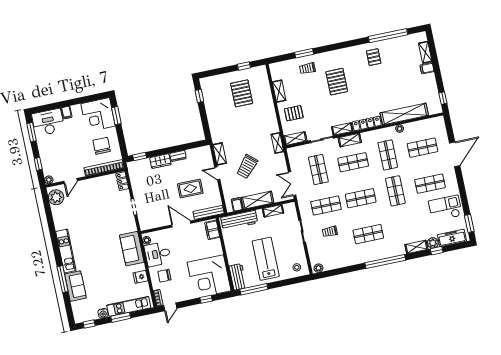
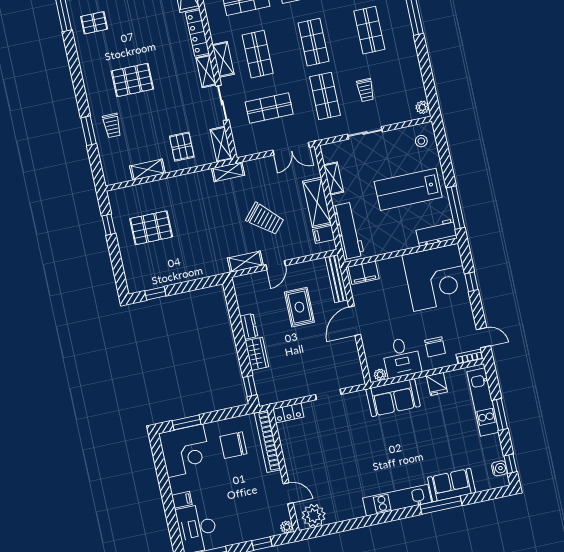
water cooler: (103, 313) -> (499, 468), moved

